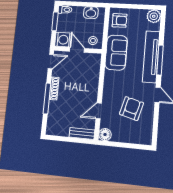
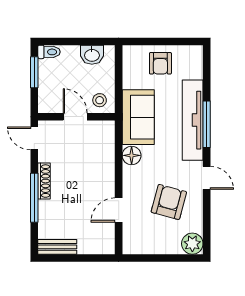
plant: (154, 16) -> (192, 244), moved
armchair: (120, 20) -> (160, 63), moved, turned 90
washing machine: (62, 40) -> (49, 102), removed
door: (51, 62) -> (34, 138), swing flipped
bench: (82, 133) -> (57, 247), moved
floor lamp: (105, 135) -> (132, 155), moved

